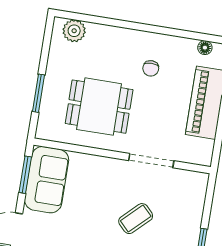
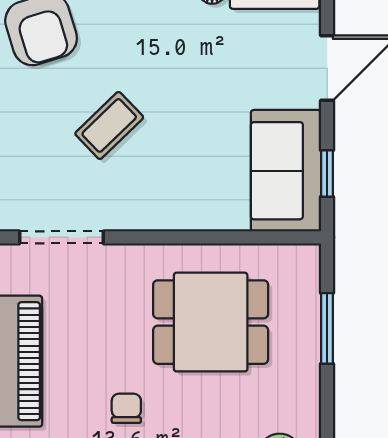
doorway: (151, 161) -> (61, 237), moved
window: (25, 175) -> (327, 174), width x0.67

